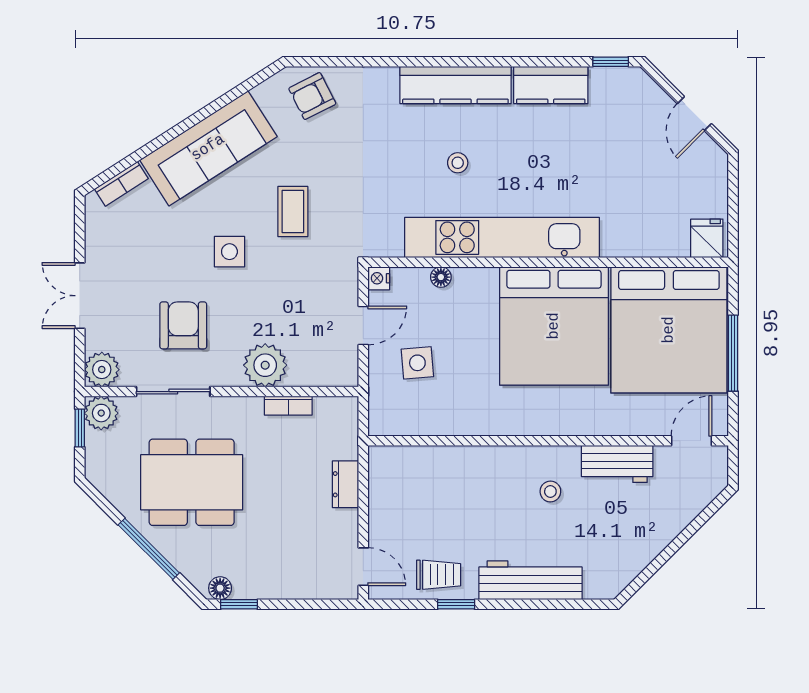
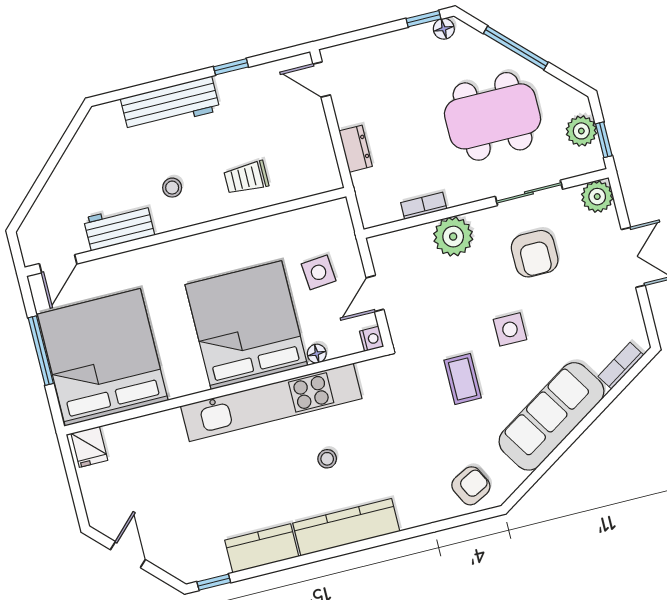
bed: (554, 326) -> (246, 325), moved
plant: (101, 413) -> (581, 131), moved
trolley: (439, 575) -> (246, 178), moved

